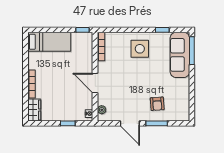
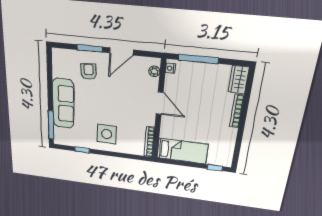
window: (82, 30) -> (215, 168), moved
bed: (49, 42) -> (182, 151), moved, turned 180
sofa: (180, 55) -> (63, 104), moved
window: (68, 123) -> (198, 59), width x2.17
door: (130, 123) -> (121, 51), swing flipped

